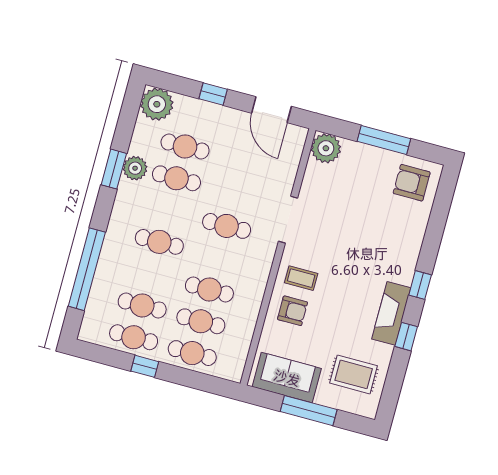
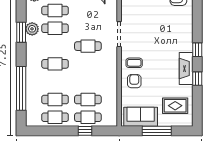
cafe table: (209, 290) -> (88, 82), removed
armchair: (293, 311) -> (134, 81), turned -90
window: (145, 366) -> (85, 131), moved

